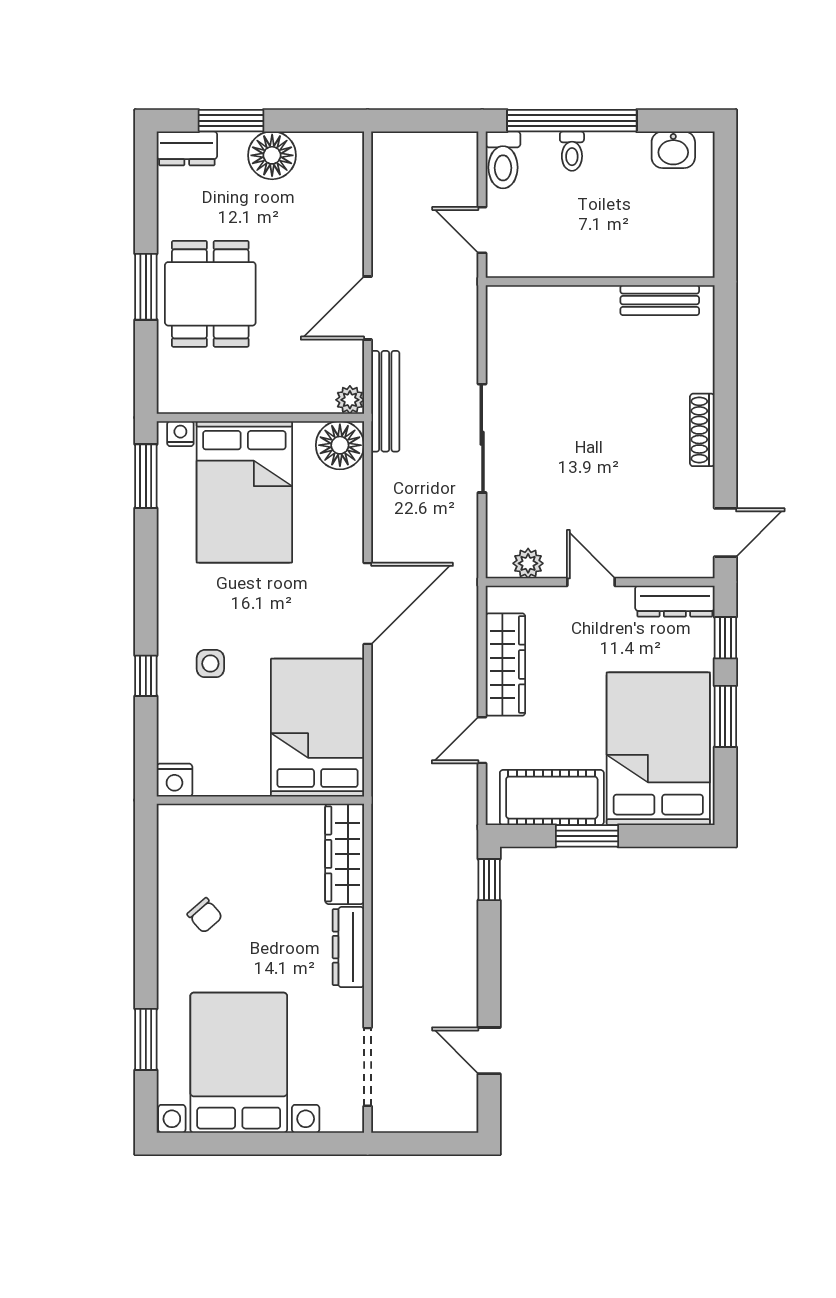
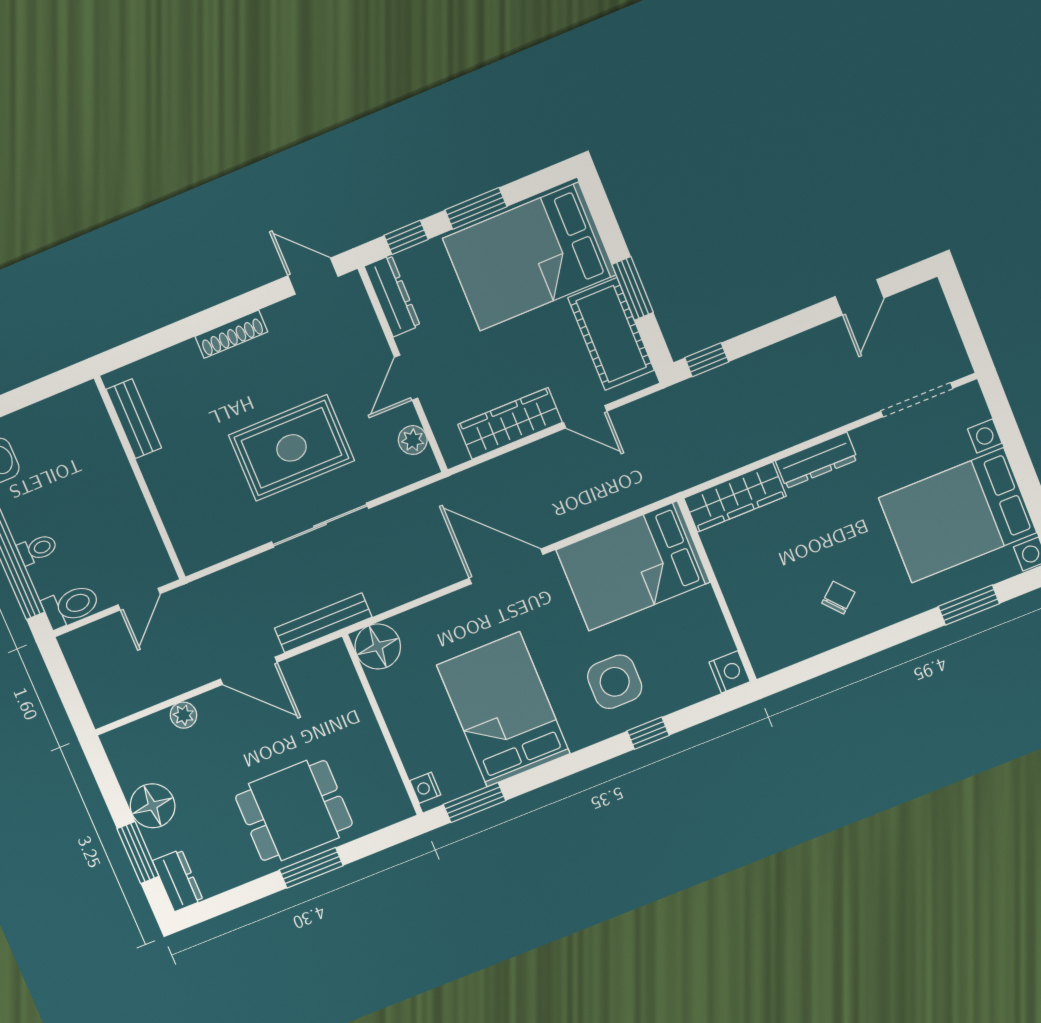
plant: (350, 400) -> (184, 715), moved
rug: (569, 442) -> (291, 448), added
bed: (244, 492) -> (503, 709), moved, turned -90
side table: (210, 664) -> (615, 682), width x1.87, depth x1.87

